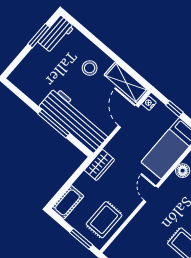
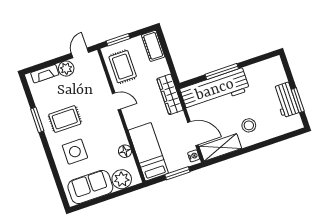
workbench: (56, 34) -> (286, 100), moved
window: (174, 109) -> (177, 173), width x1.50
wardrobe: (99, 165) -> (170, 94), width x1.50
door: (151, 194) -> (116, 101), moved

